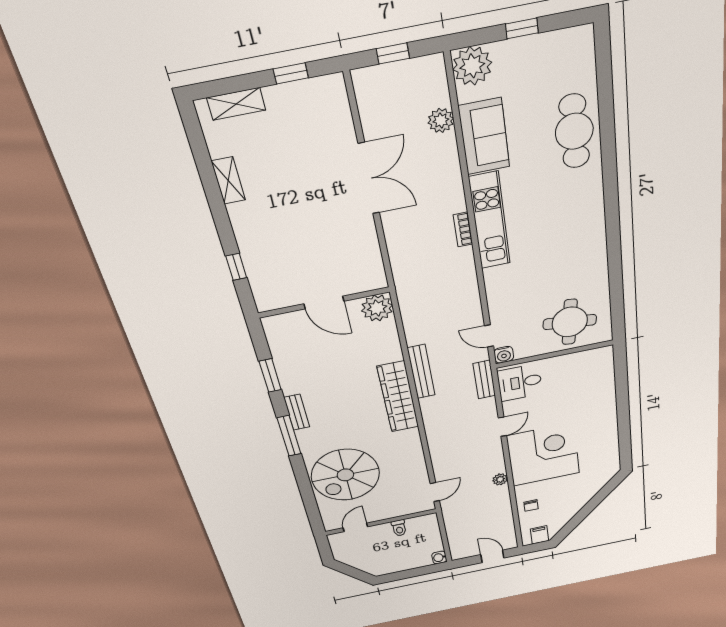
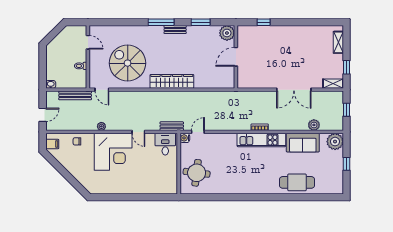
shelving: (228, 181) -> (333, 84), moved
plant: (377, 308) -> (227, 33), moved
bench: (421, 372) -> (75, 95), moved
spiral stairs: (345, 475) -> (128, 63), moved

